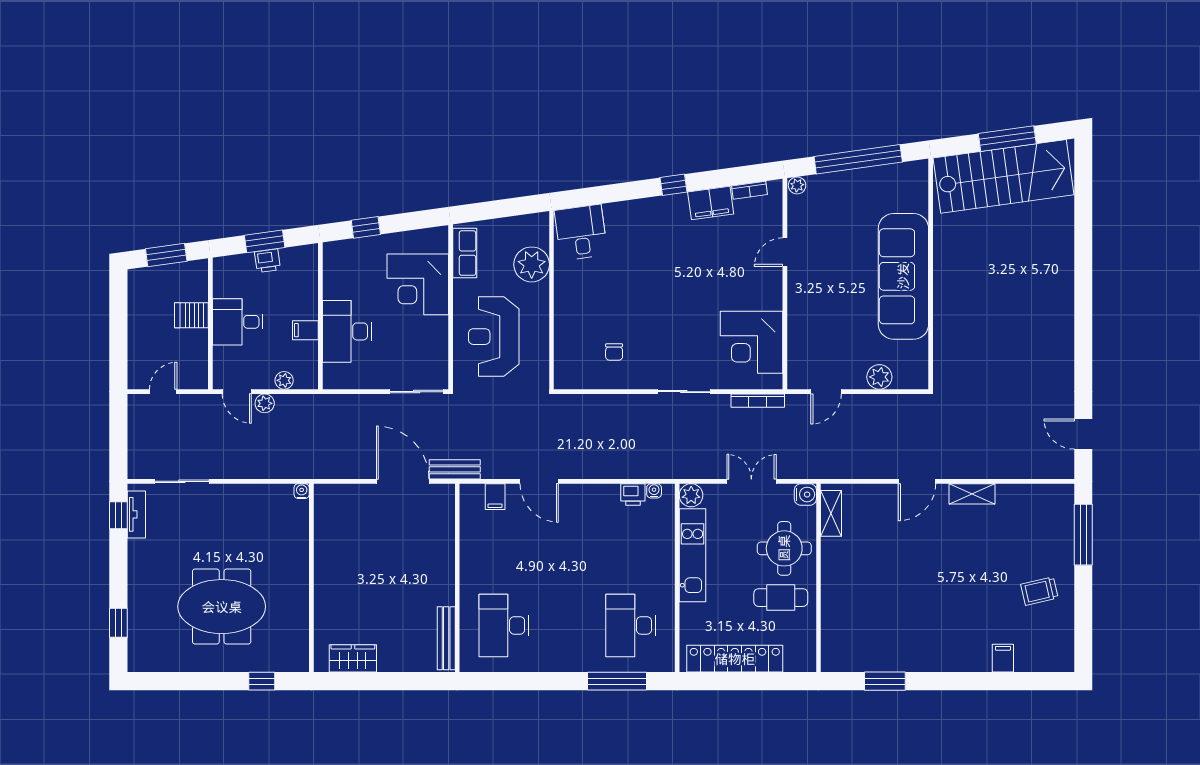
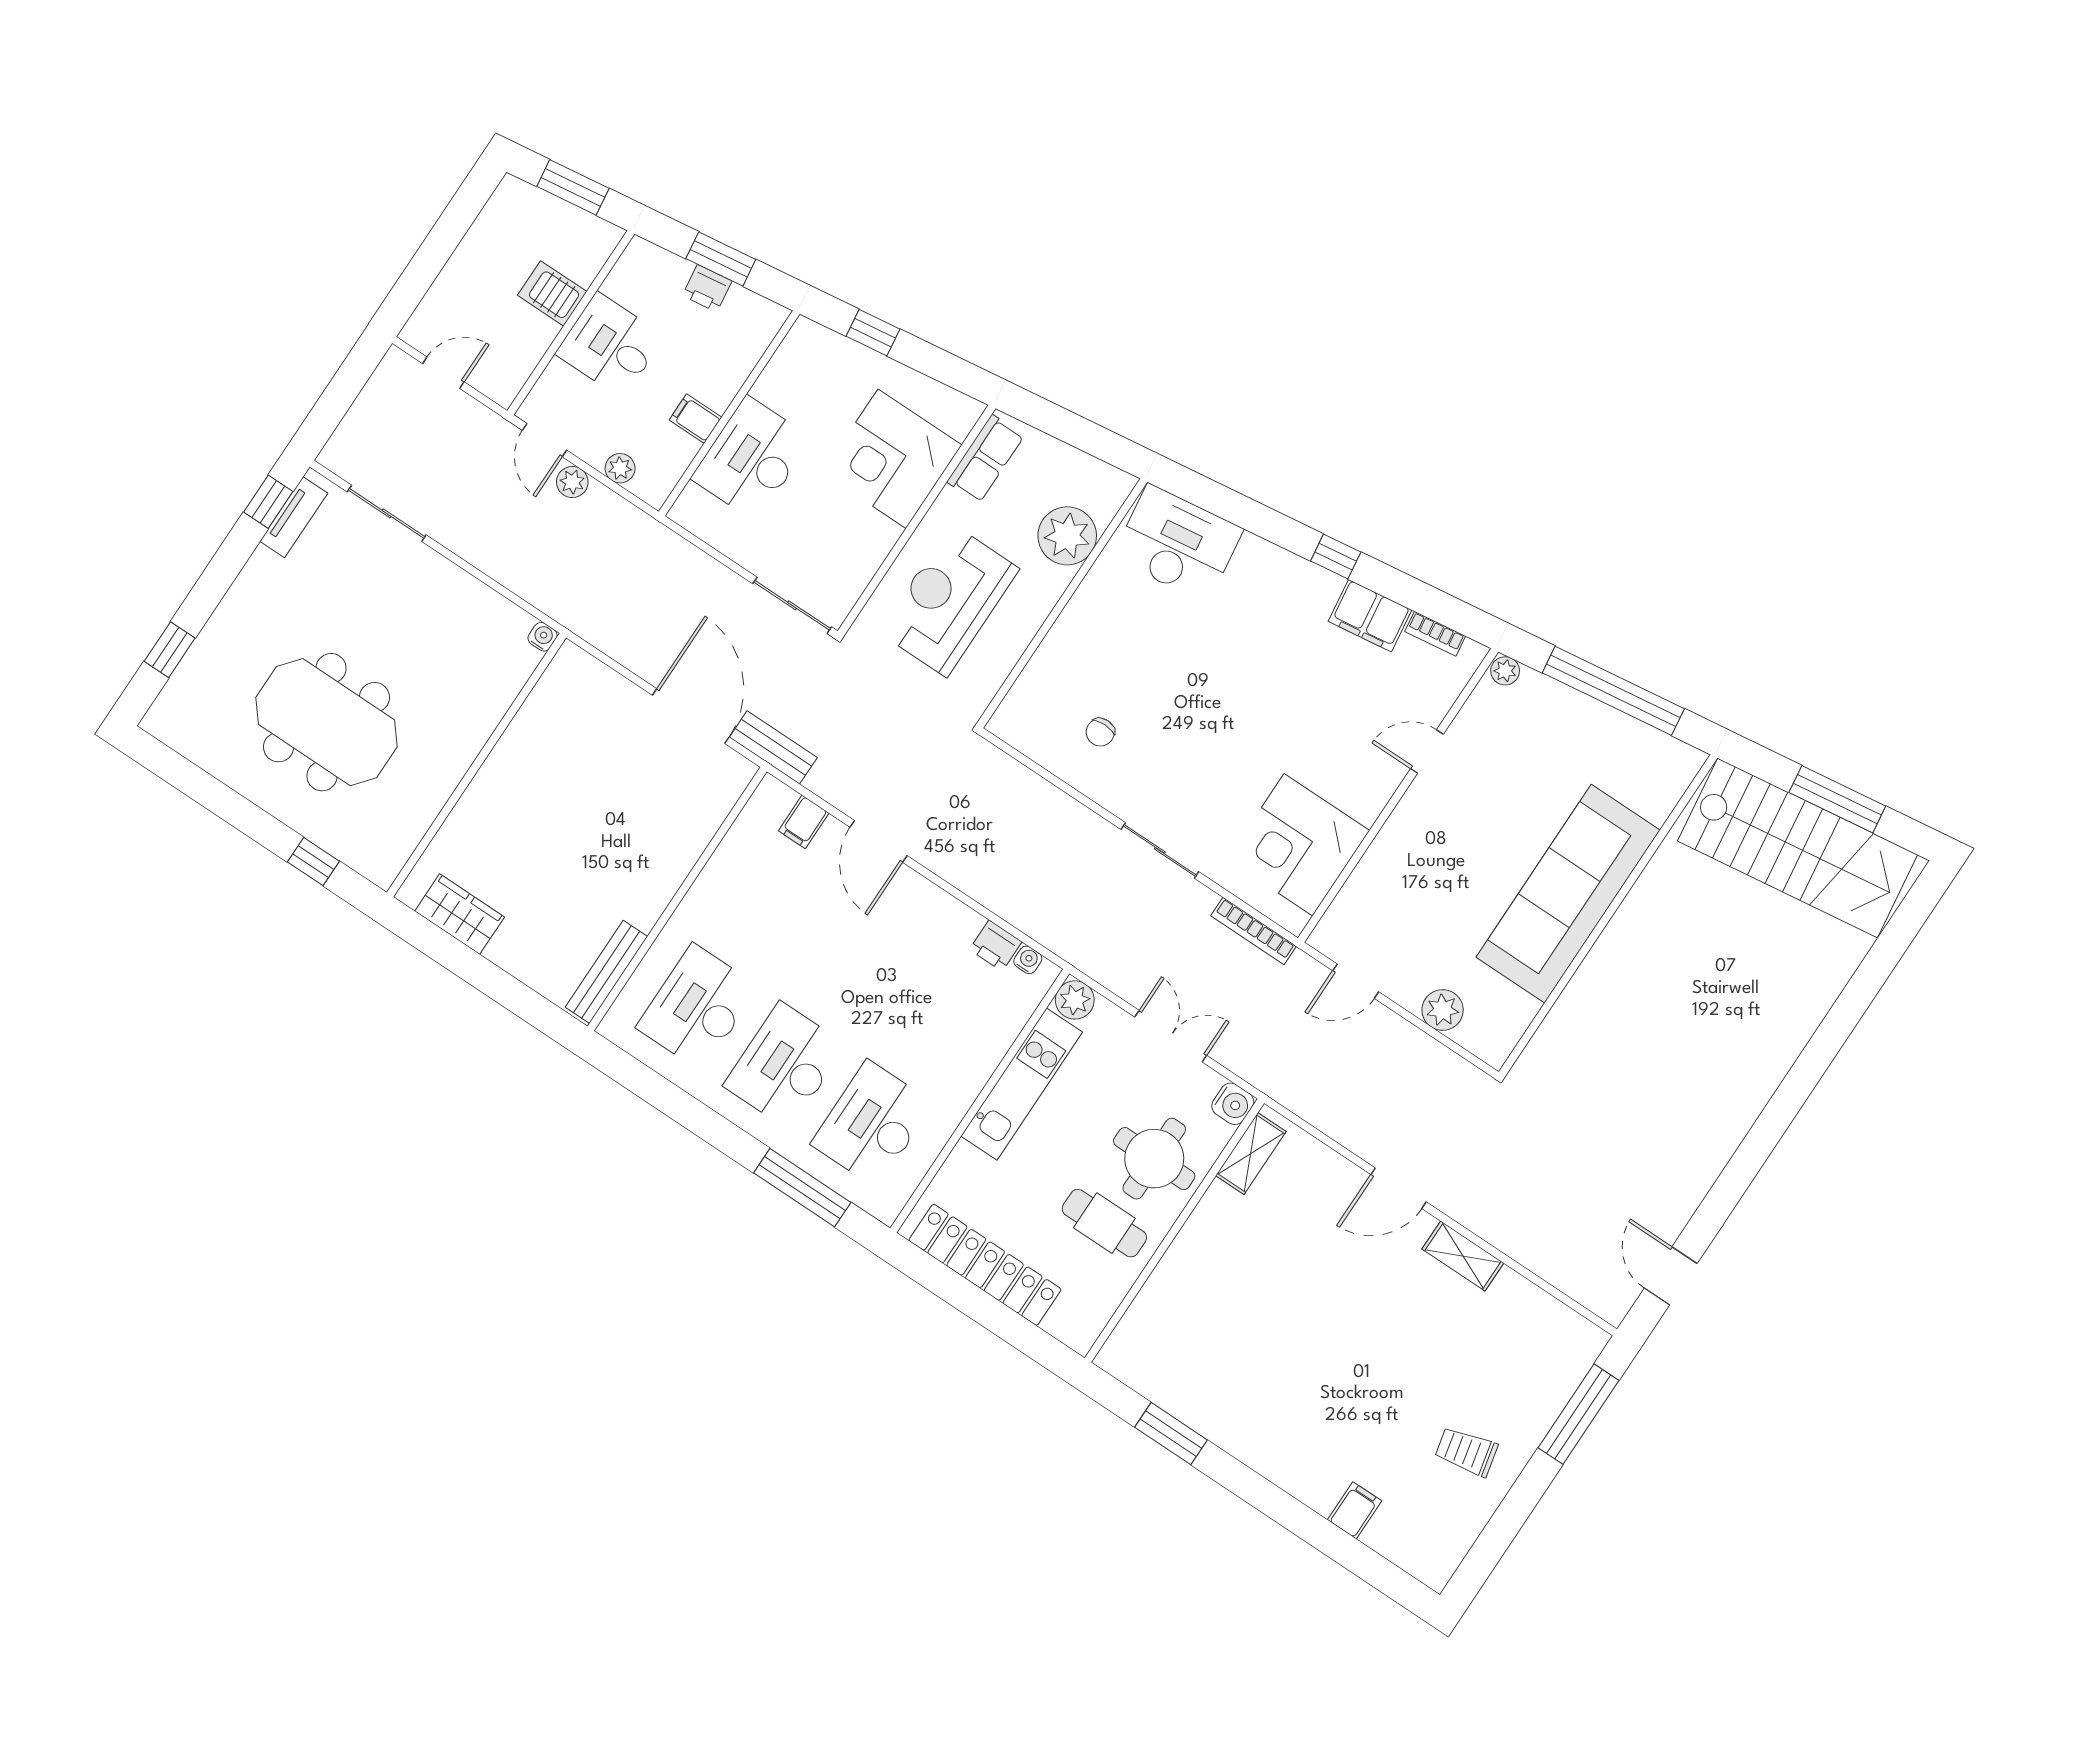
desk: (581, 232) -> (1178, 543), width x1.37
desk: (567, 625) -> (785, 1065), added

